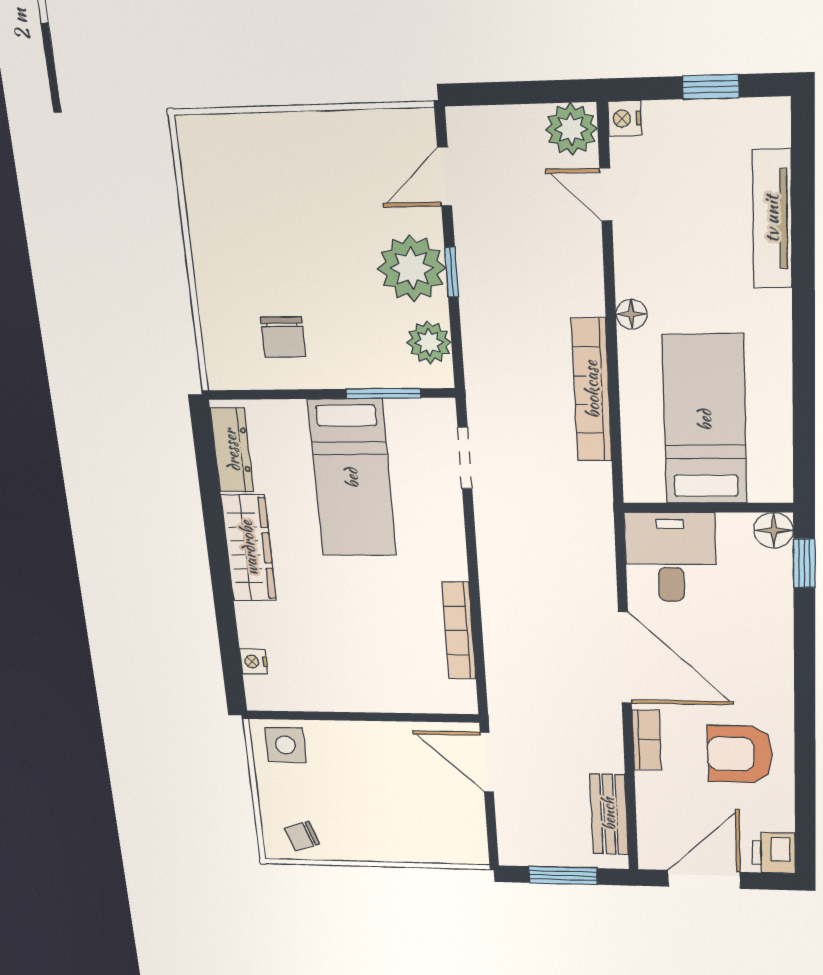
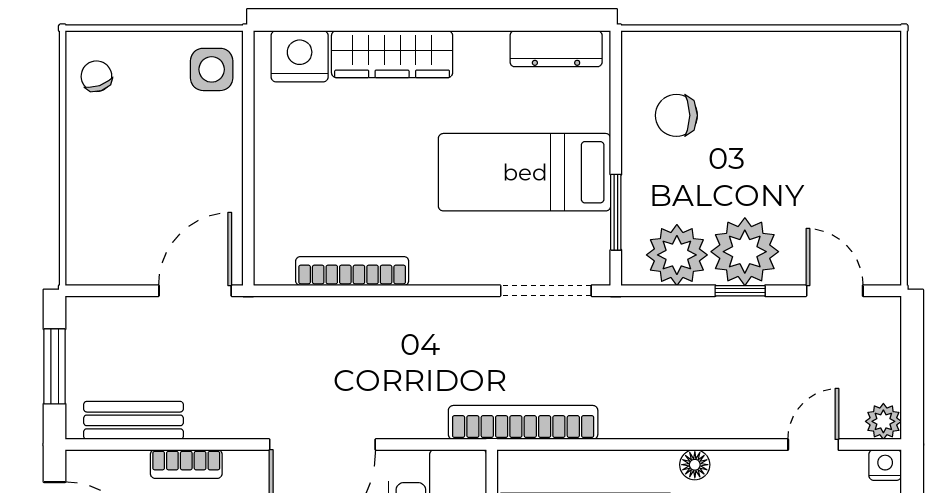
plant: (571, 129) -> (883, 421), width x0.73, depth x0.73
plant: (429, 342) -> (677, 255), width x1.36, depth x1.36
bookcase: (592, 390) -> (523, 422), moved
doorway: (465, 458) -> (546, 291), width x1.38
wardrobe: (249, 548) -> (392, 54), moved
nightstand: (254, 662) -> (300, 56), width x1.89, depth x1.79
bookcase: (647, 740) -> (186, 464), moved

